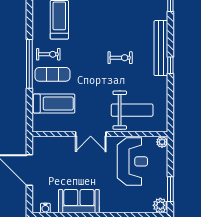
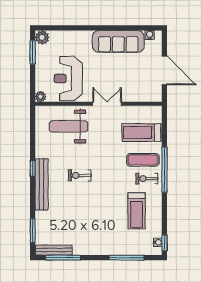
sofa: (79, 201) -> (118, 41), width x1.36

